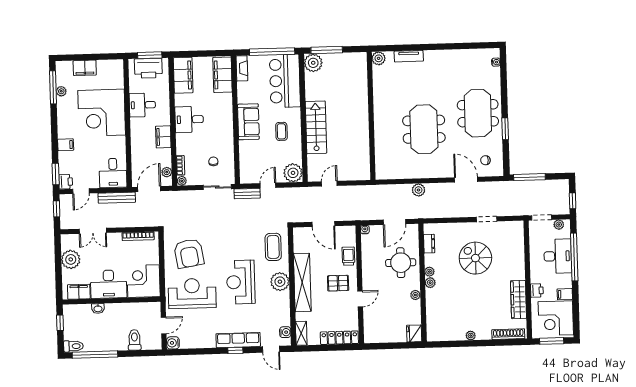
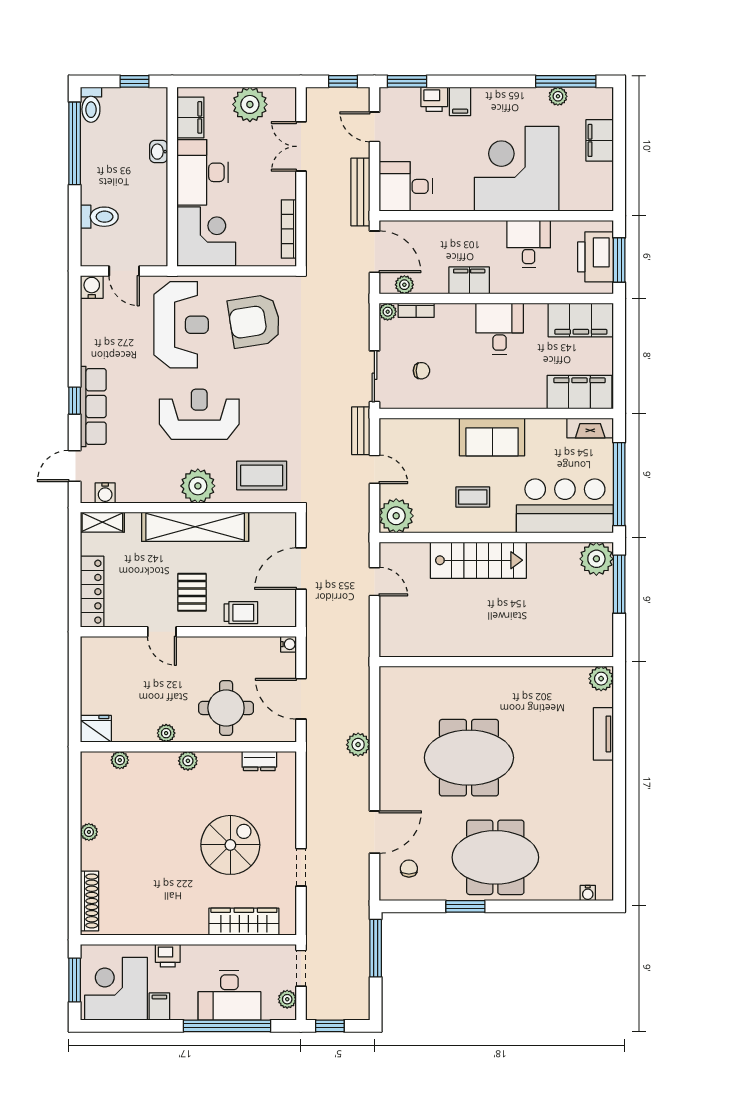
printer: (66, 182) -> (434, 99), moved
plant: (429, 272) -> (120, 760), moved
wardrobe: (519, 300) -> (244, 922), moved

